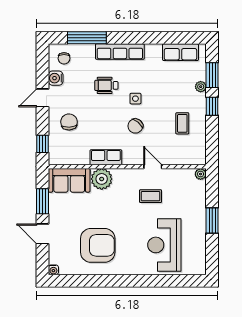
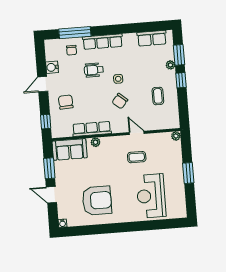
chair: (64, 58) -> (72, 50), moved
row of seats: (106, 157) -> (92, 129), width x1.48
plant: (102, 179) -> (96, 142), width x0.53, depth x0.53

